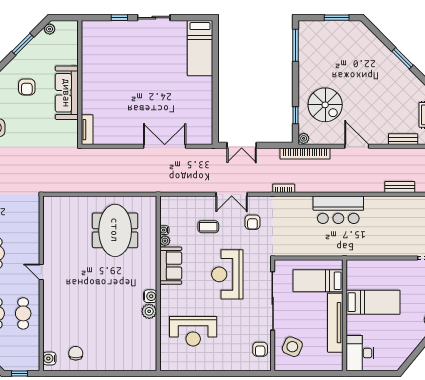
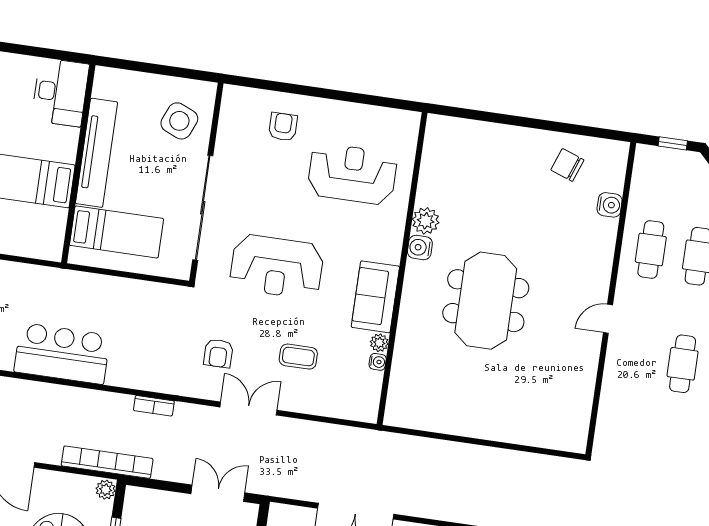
armchair: (252, 222) -> (218, 353), turned 180
meeting table: (115, 230) -> (486, 301), moved
door: (41, 272) -> (608, 319), swing flipped
reception desk: (227, 274) -> (277, 267), turned 90
armchair: (260, 349) -> (283, 127), moved
chair: (76, 353) -> (567, 165), turned 110
water cooler: (49, 359) -> (610, 205), moved

